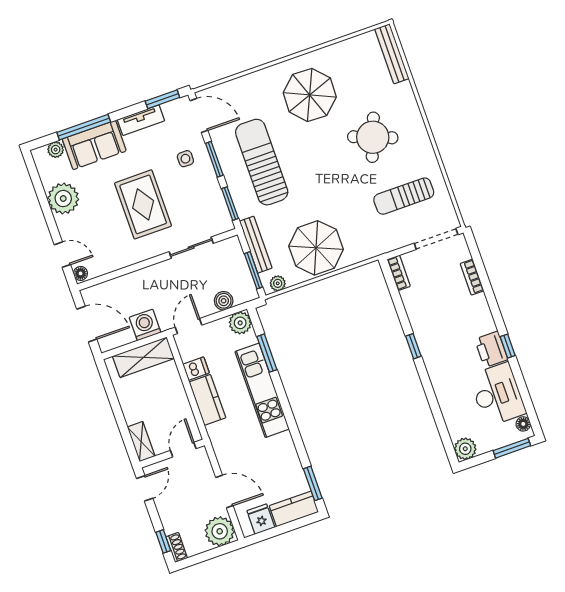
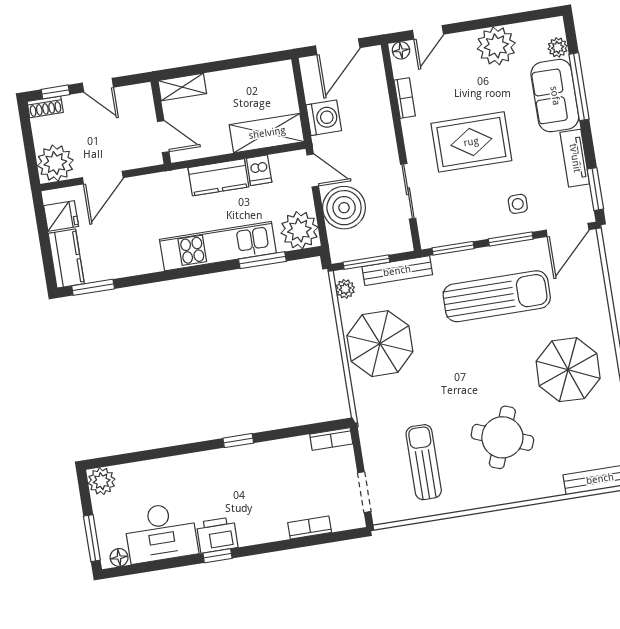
doorway: (436, 239) -> (364, 492), width x0.73
bookcase: (118, 264) -> (405, 98), added
boiler: (224, 301) -> (344, 208), width x1.86, depth x1.86
plant: (240, 323) -> (299, 230), width x1.36, depth x1.36
shelving: (143, 357) -> (267, 133), moved, turned 90
door: (145, 488) -> (98, 85), moved

